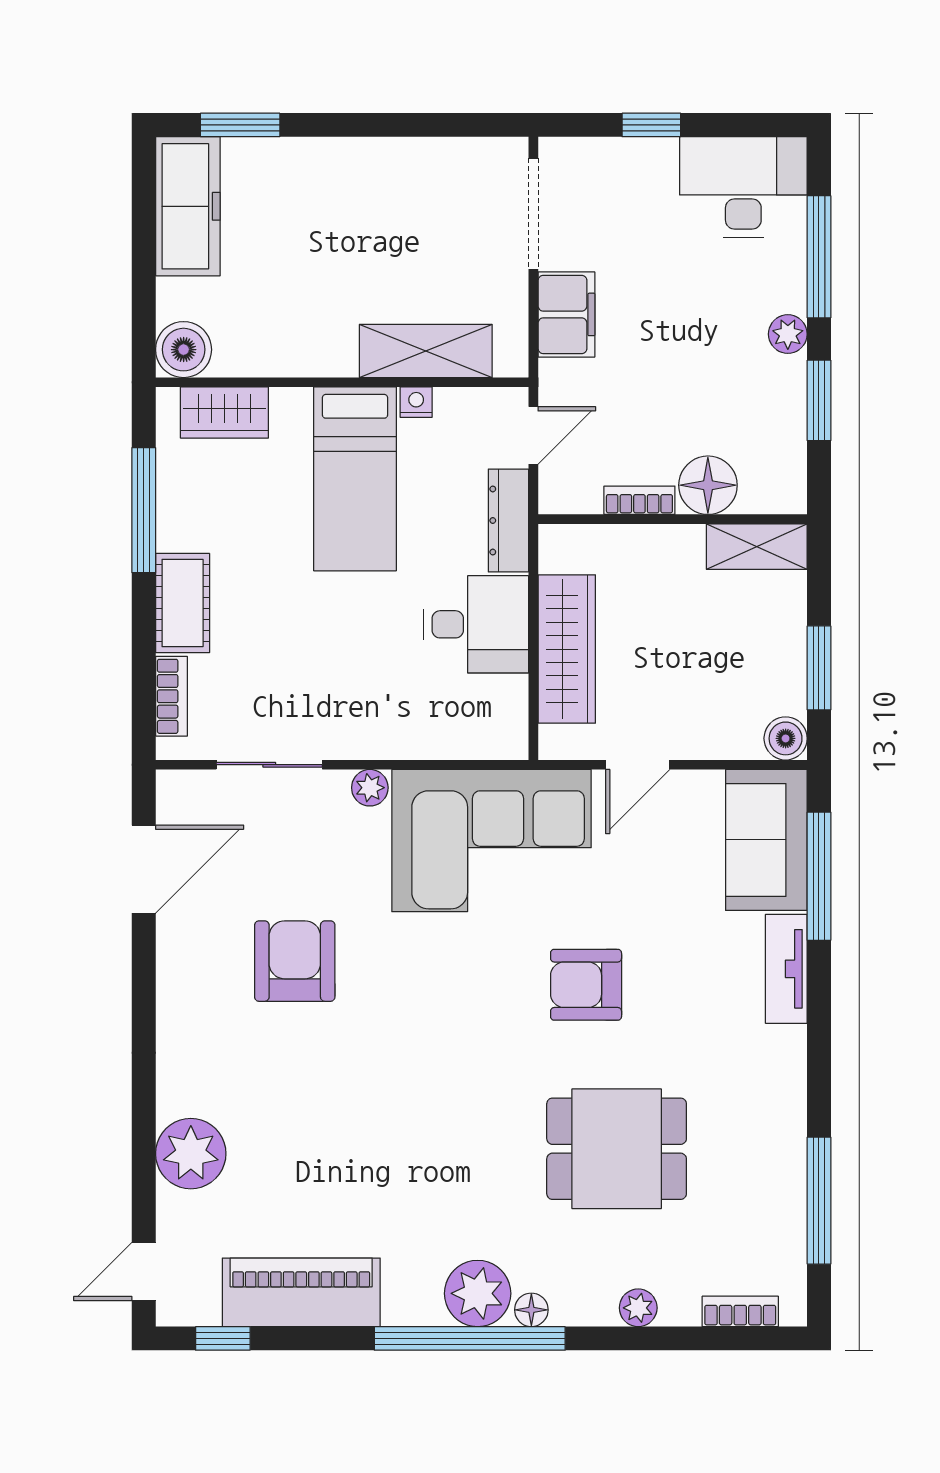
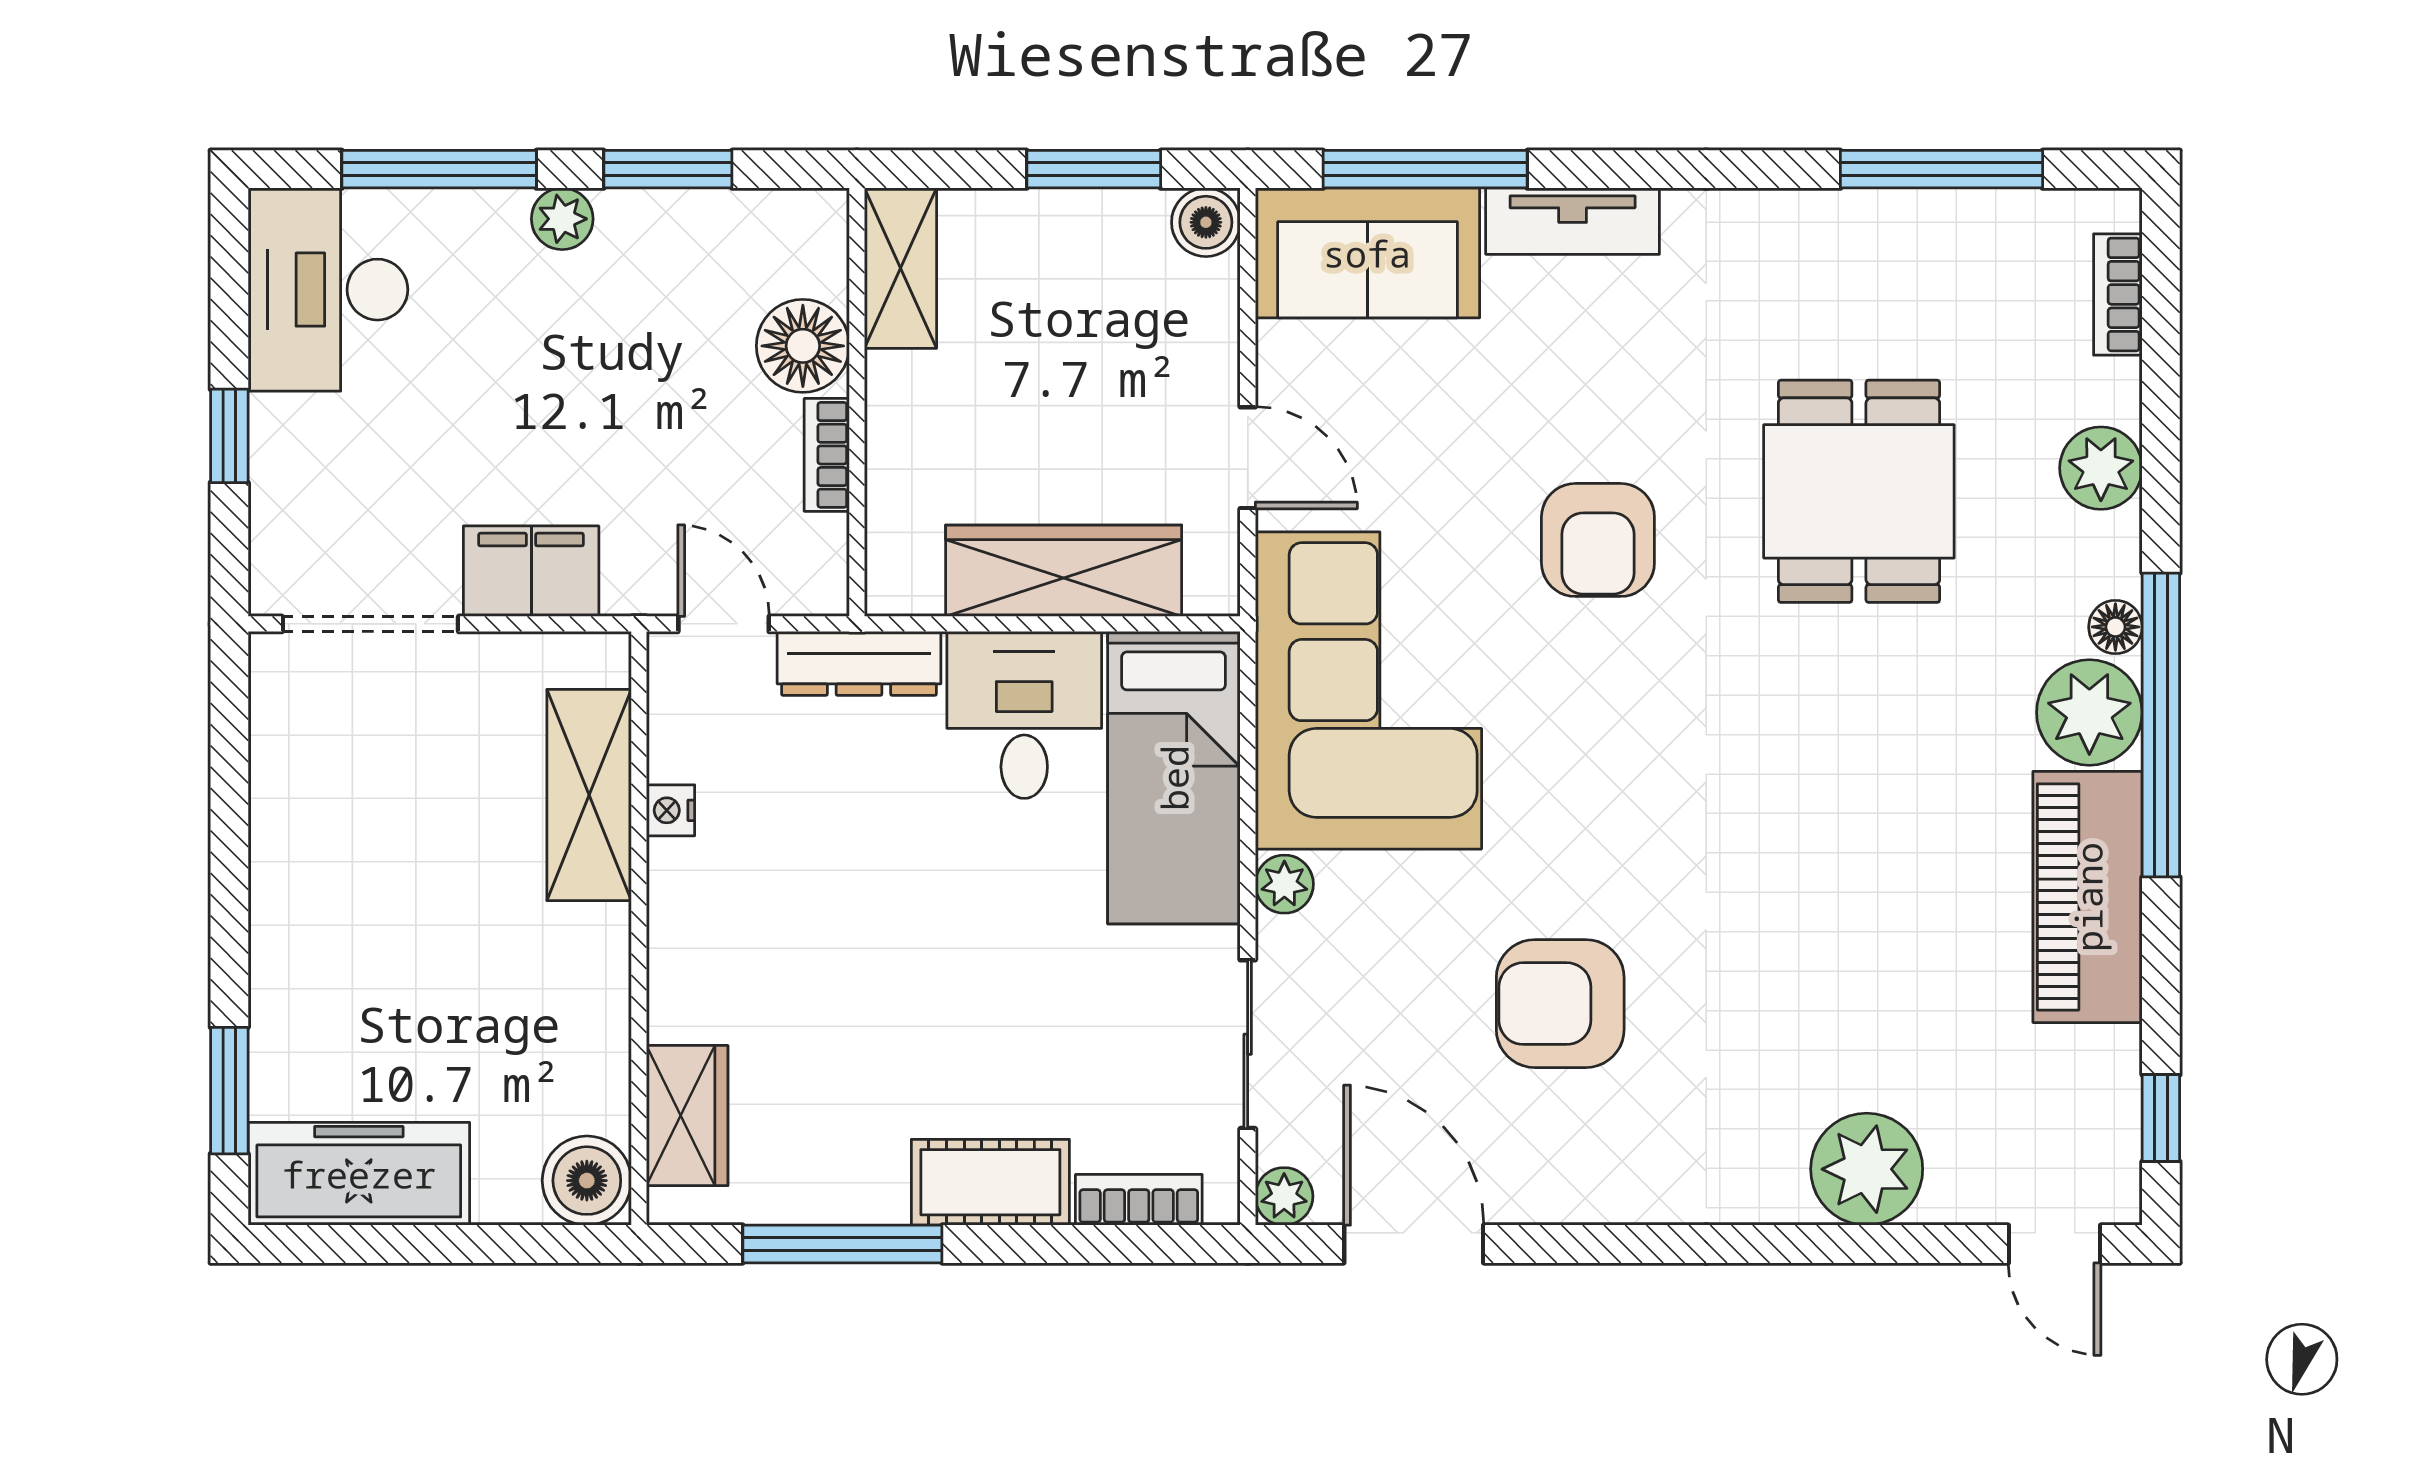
bed: (355, 479) -> (1174, 778), moved, turned 90
plant: (174, 788) -> (1284, 1196), added
piano: (301, 1292) -> (2088, 897), moved
plant: (638, 1308) -> (2101, 468), width x1.38, depth x1.38

